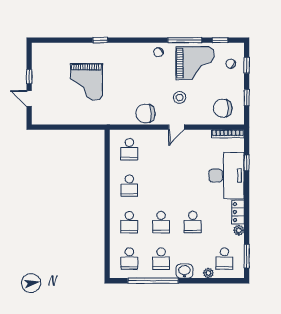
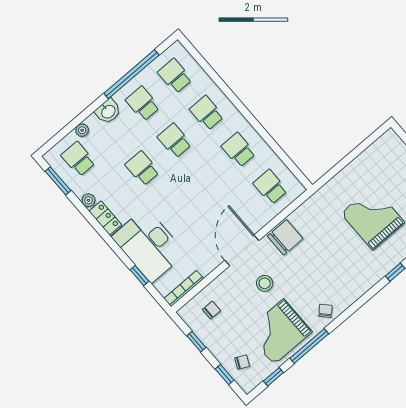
chair: (223, 108) -> (212, 310), width x0.54, depth x0.54
door: (176, 127) -> (242, 250), width x1.87

